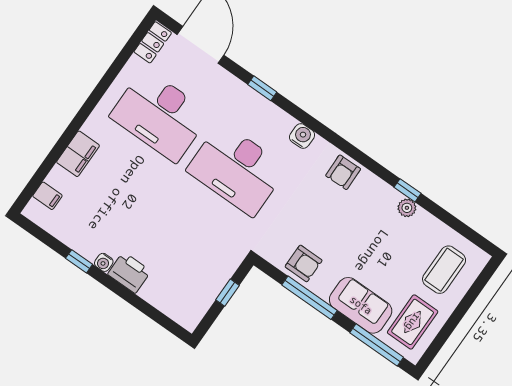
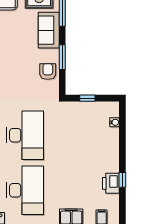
water cooler: (104, 262) -> (115, 122), moved
printer: (129, 273) -> (111, 183), moved
window: (310, 298) -> (62, 57), width x0.69

